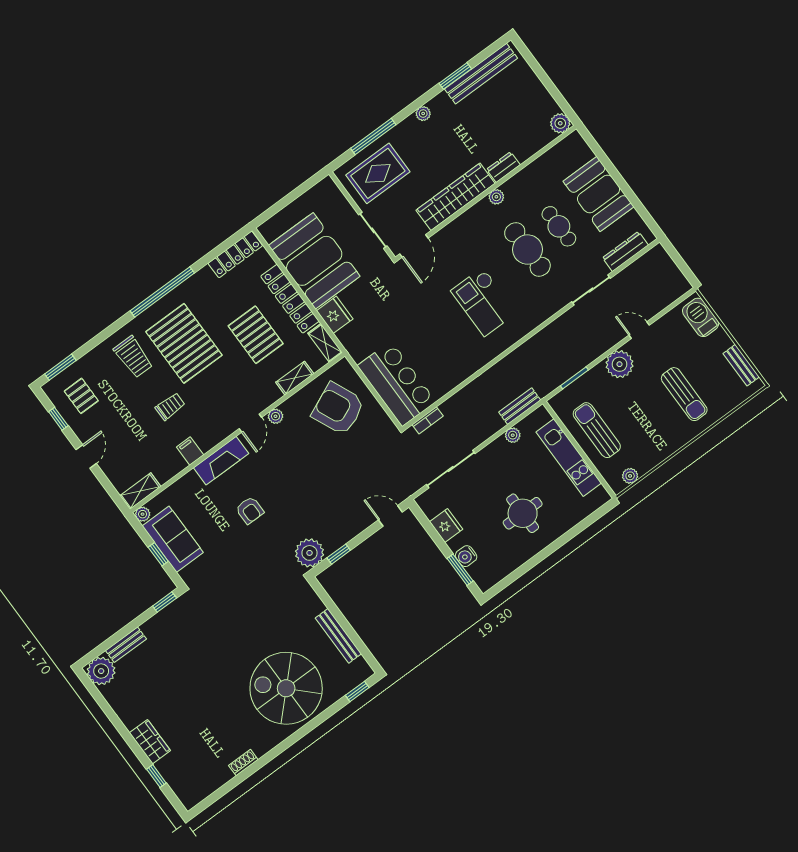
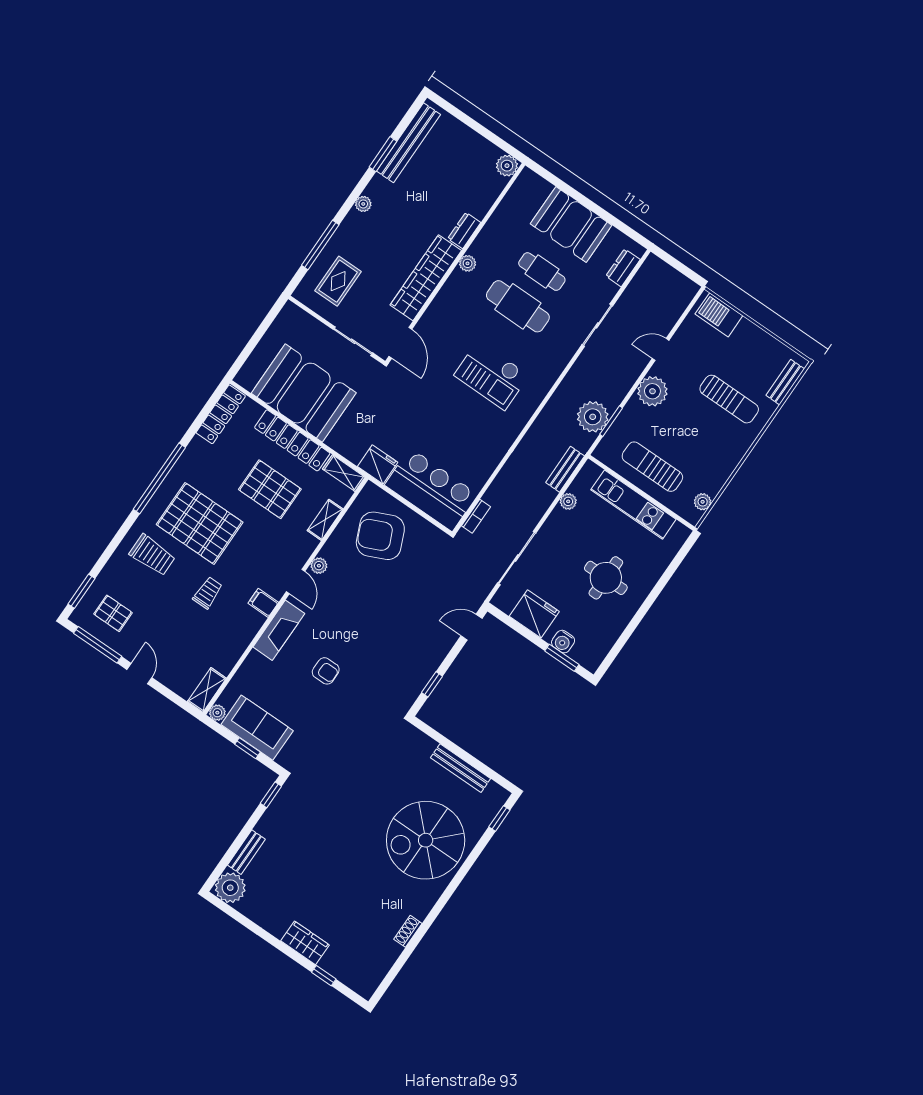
rug: (378, 173) -> (338, 281), width x0.73, depth x0.70
dresser: (625, 251) -> (623, 268), width x0.70
fridge: (335, 315) -> (378, 464), moved
bench: (741, 365) -> (785, 382), moved, turned 90
window: (58, 419) -> (98, 645), width x2.17
filing cabinet: (190, 451) -> (263, 603), moved
fridge: (446, 525) -> (534, 614), width x1.36, depth x1.34
plant: (310, 553) -> (593, 417), moved

